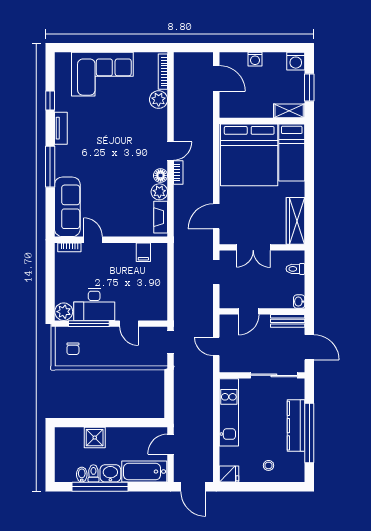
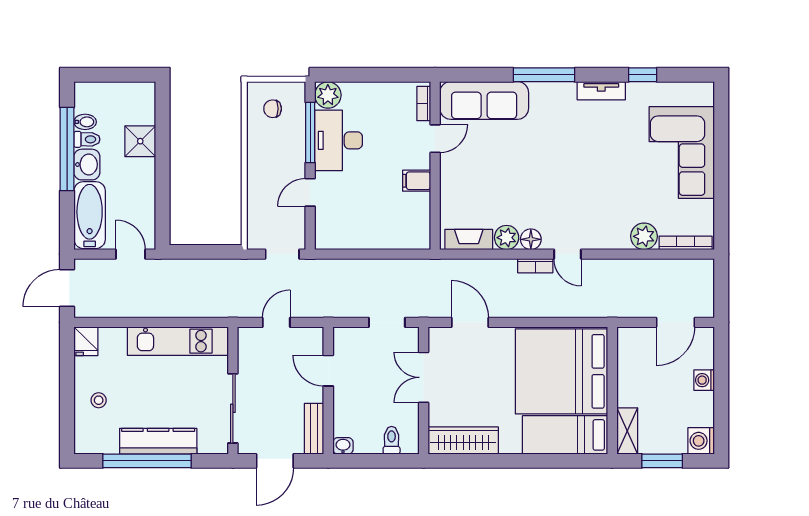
filing cabinet: (143, 252) -> (417, 181), moved

